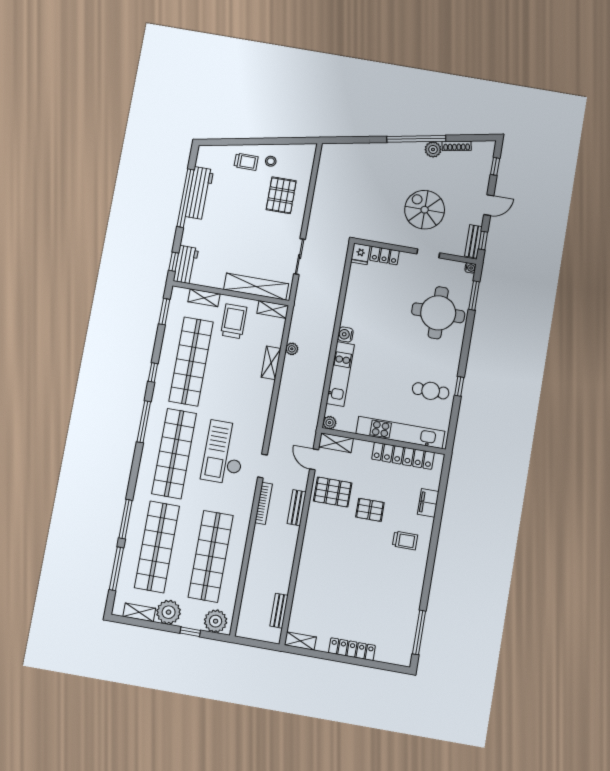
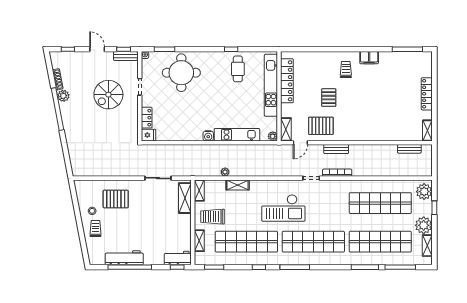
shelving: (256, 287) -> (185, 198), width x0.68
checkout: (224, 452) -> (283, 208), moved
pallet: (333, 492) -> (321, 126), turned 90
filing cabinet: (428, 503) -> (369, 58), moved

